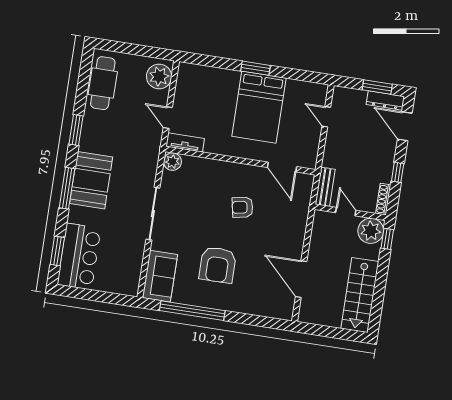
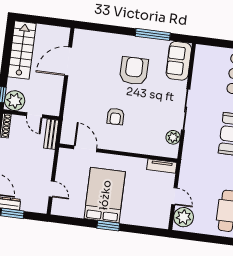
door: (168, 118) -> (174, 196), moved
plant: (172, 162) -> (173, 137), moved
armchair: (243, 207) -> (116, 116), turned 101
door: (301, 279) -> (68, 61), swing flipped
window: (192, 311) -> (153, 34), width x0.68

